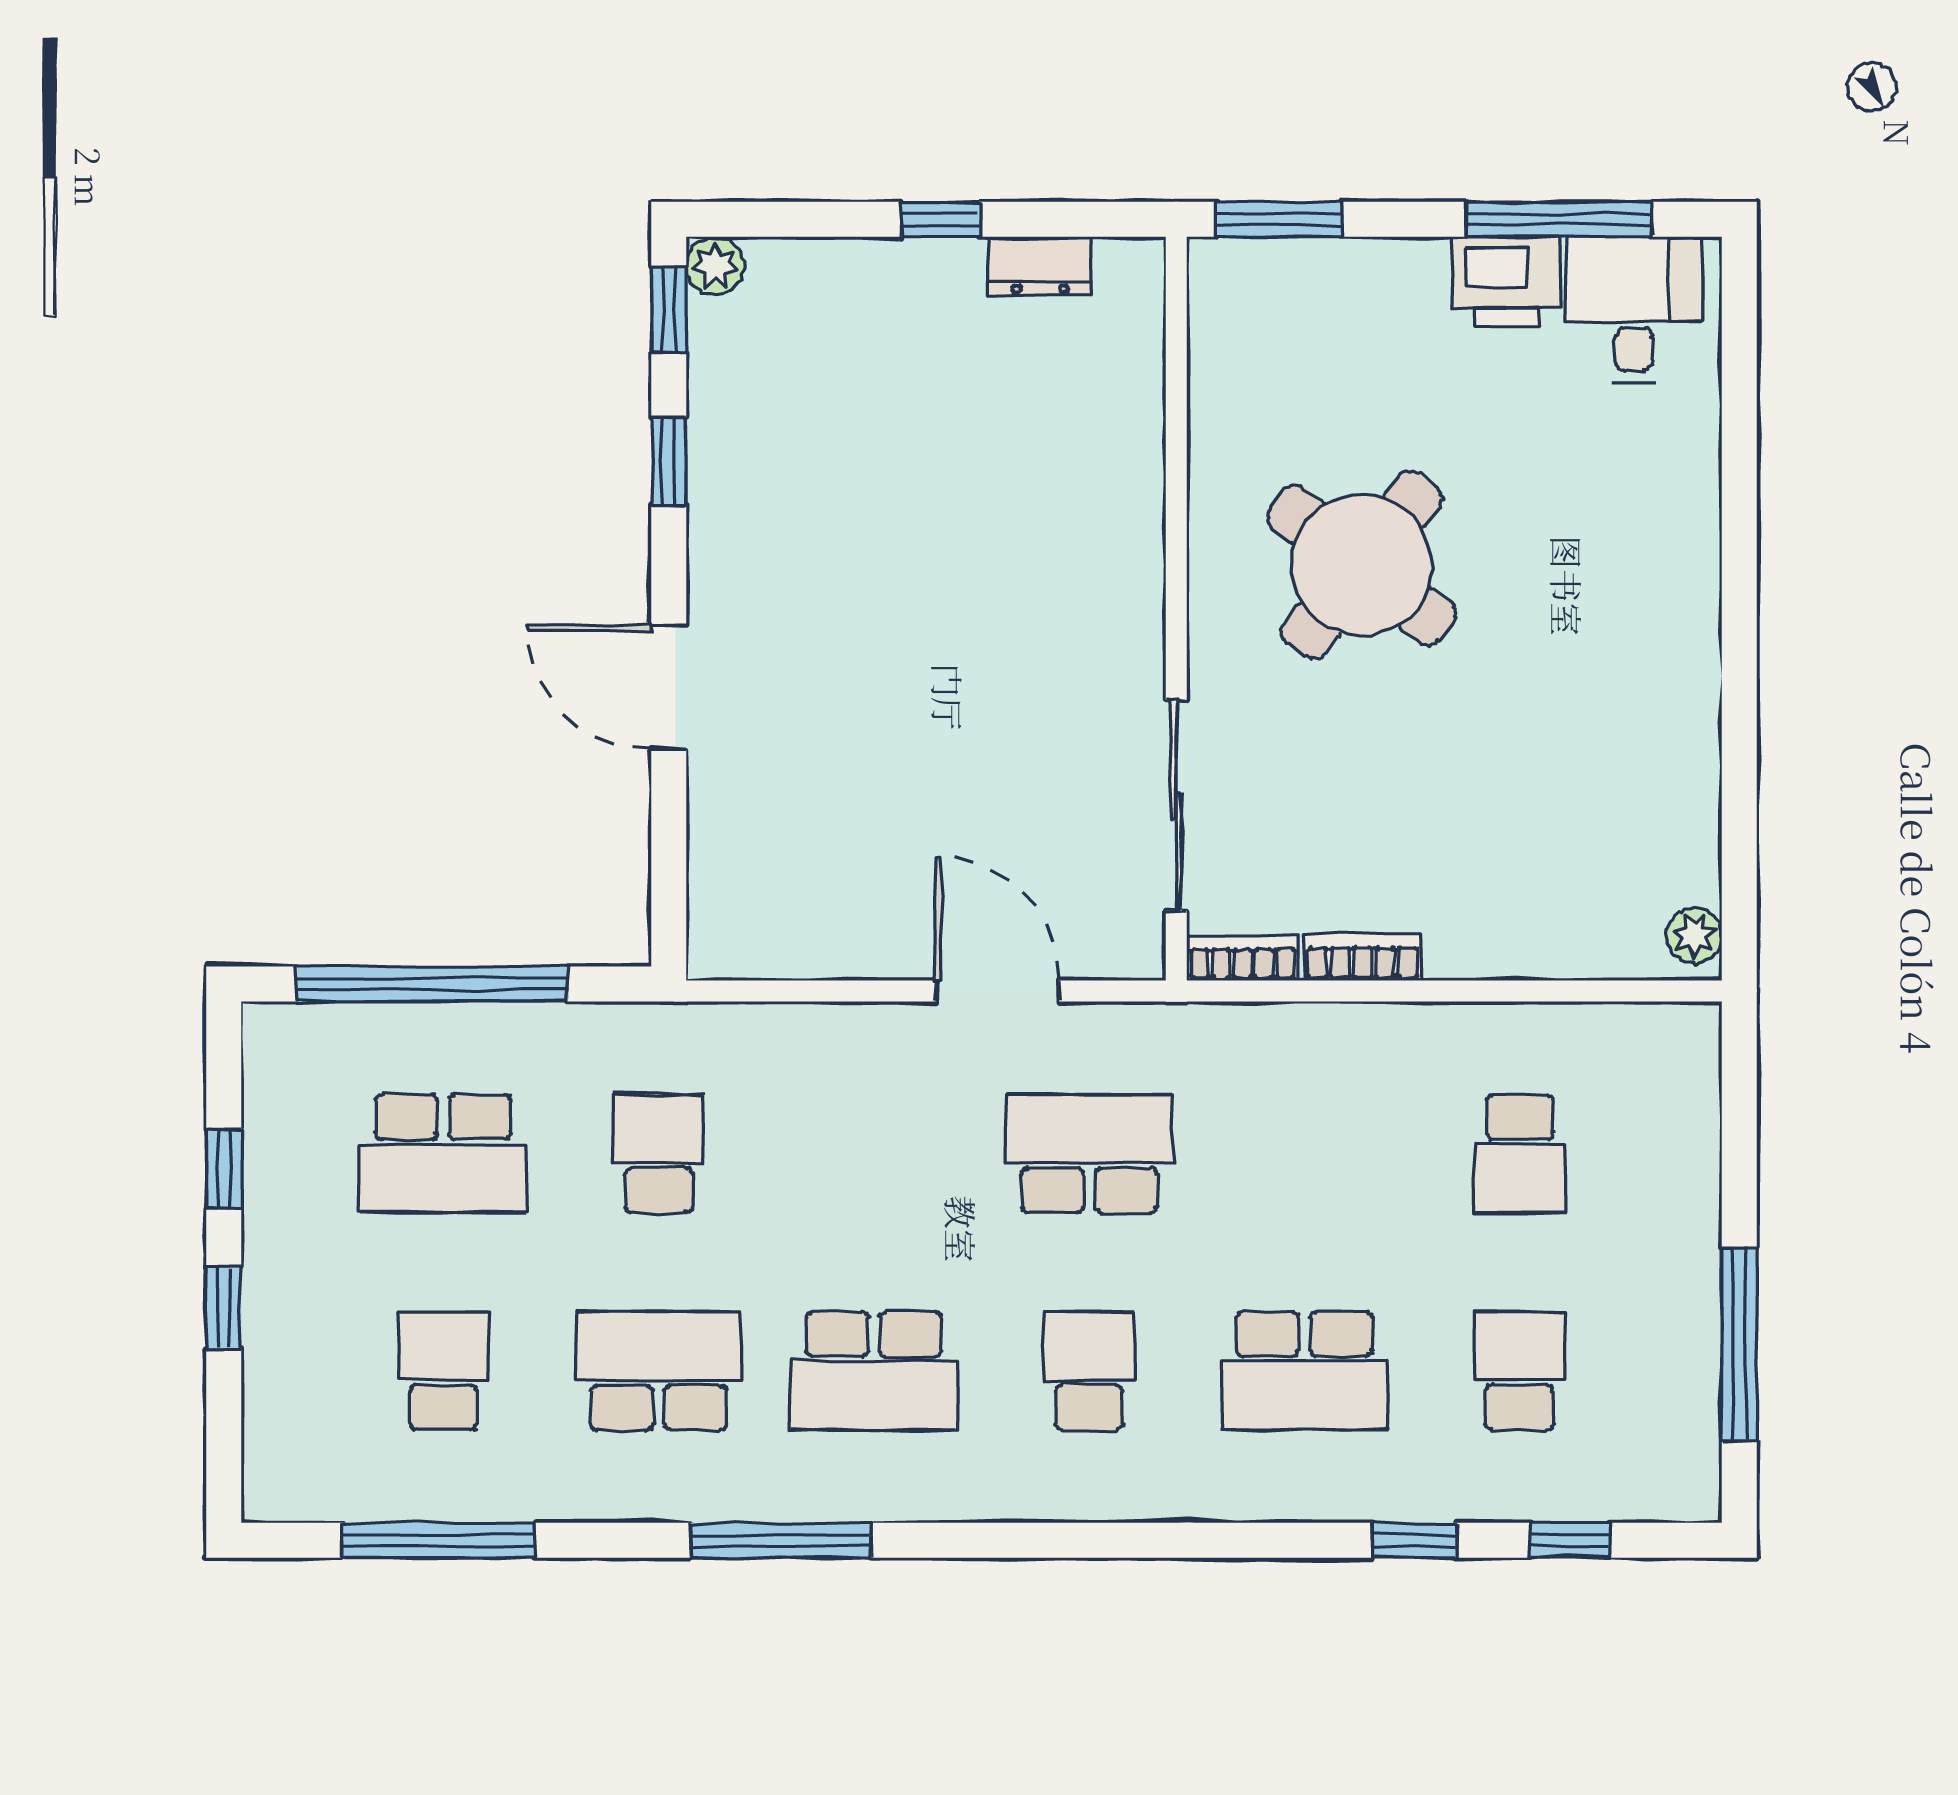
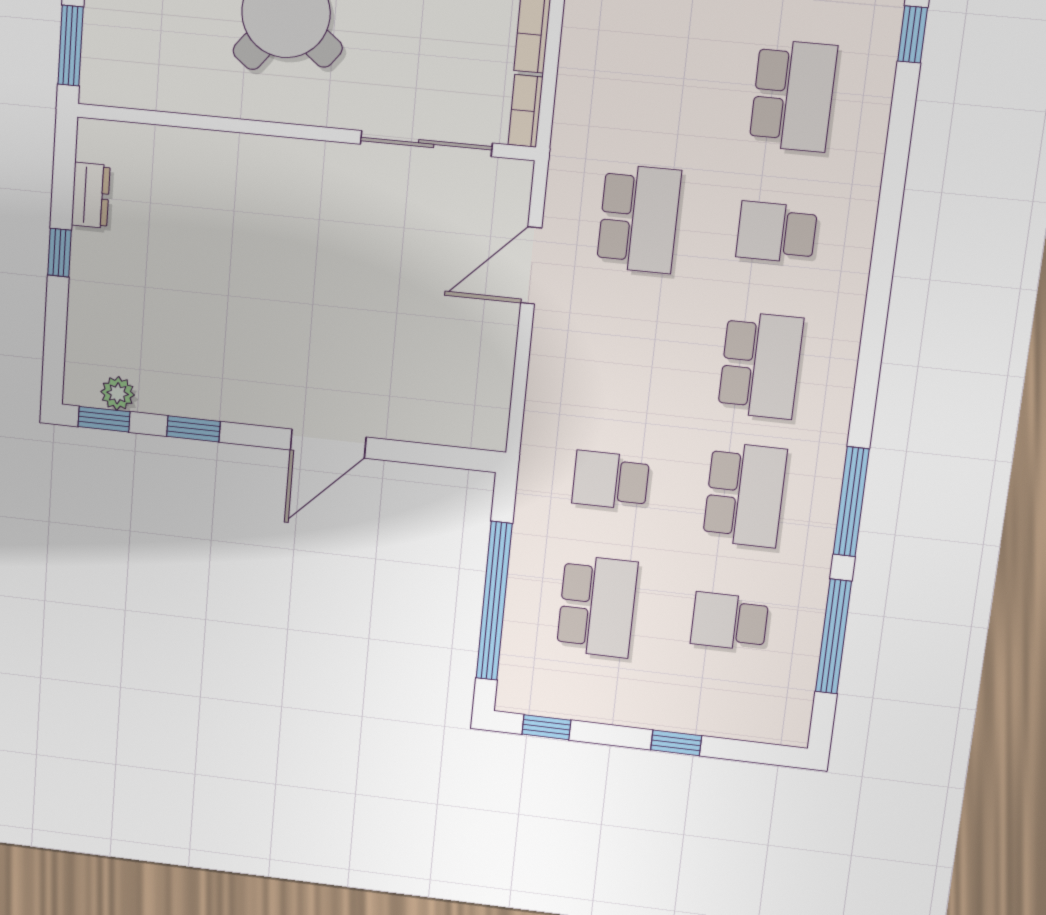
plant: (715, 266) -> (118, 393), moved
school desk: (1089, 1154) -> (639, 219), turned 180
window: (224, 1169) -> (546, 727), moved
school desk: (659, 1371) -> (745, 495), turned 180
window: (781, 1540) -> (851, 502), moved

